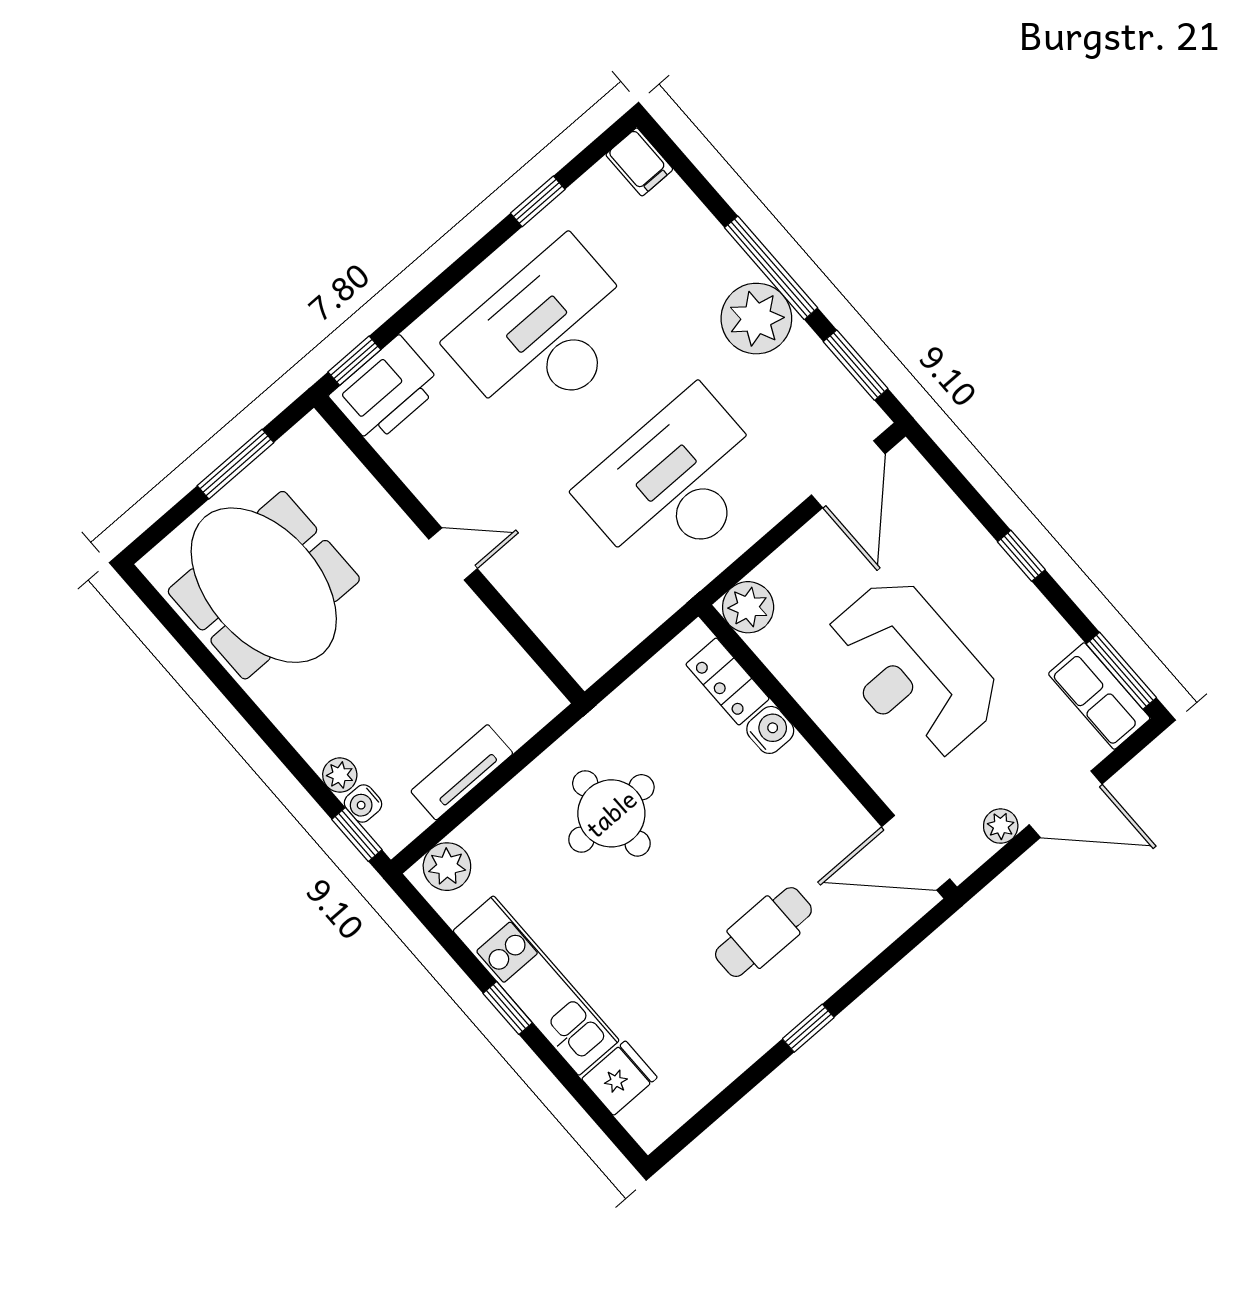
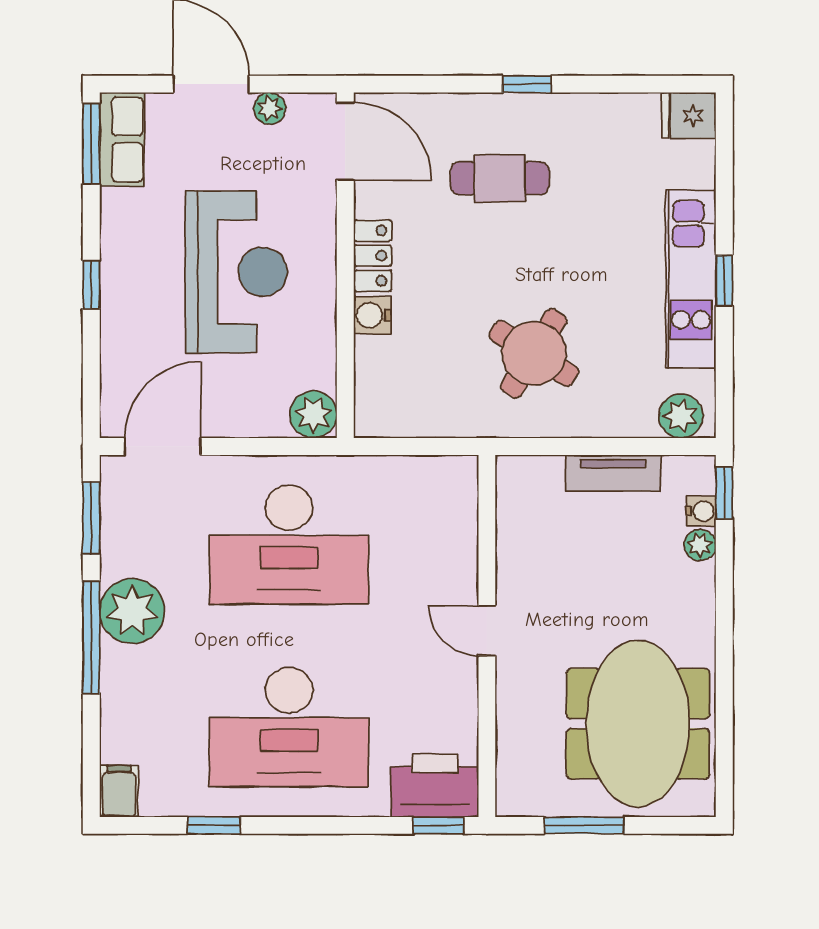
locker: (727, 681) -> (373, 256), moved
round table: (611, 813) -> (534, 353), turned 32
fridge: (619, 1078) -> (689, 116), moved

